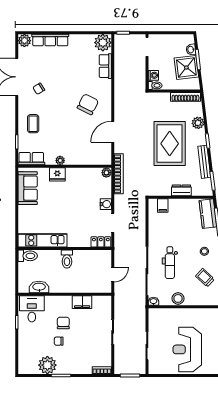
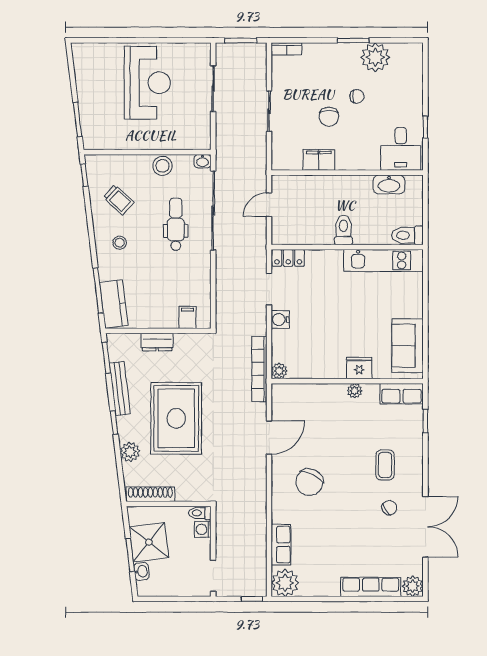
coffee table: (33, 124) -> (385, 465), moved
chair: (63, 323) -> (329, 117), moved

